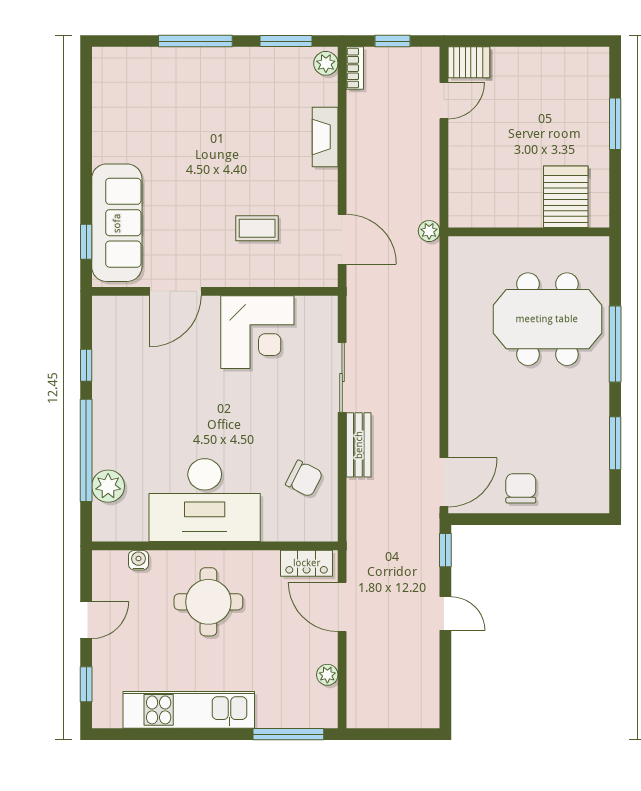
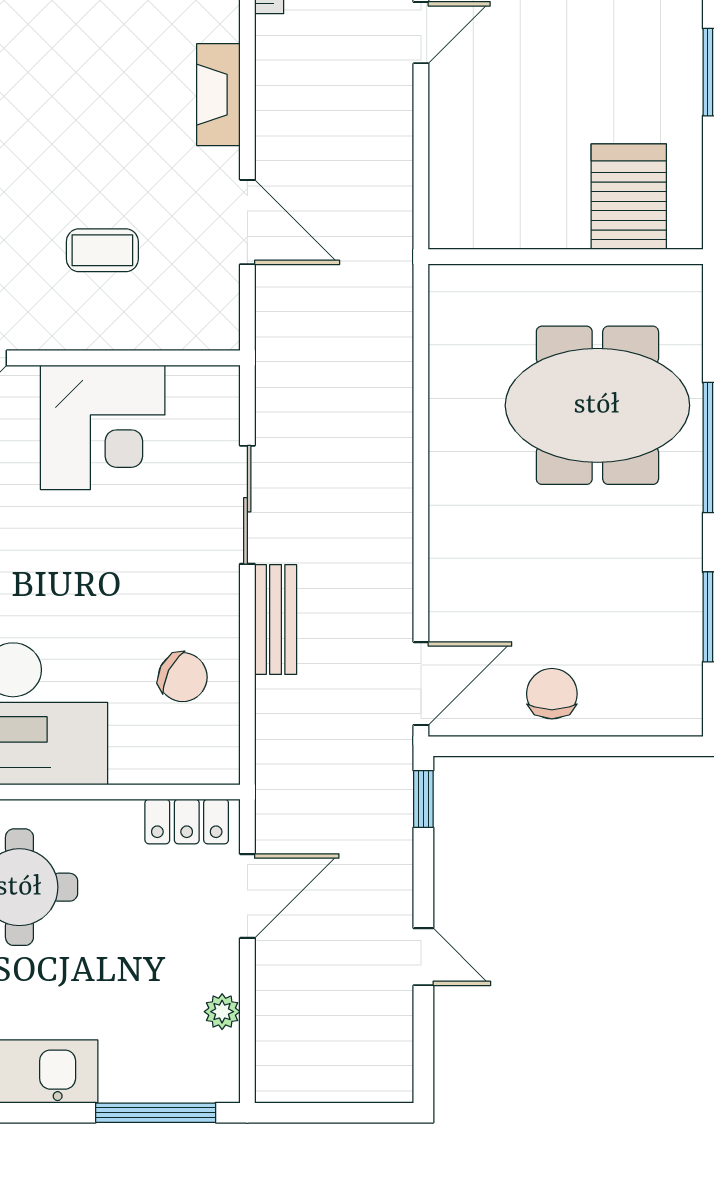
plant: (429, 231) -> (396, 255), removed
door: (342, 239) -> (247, 222), moved
door: (342, 607) -> (247, 896), swing flipped
door: (445, 614) -> (423, 957), moved

